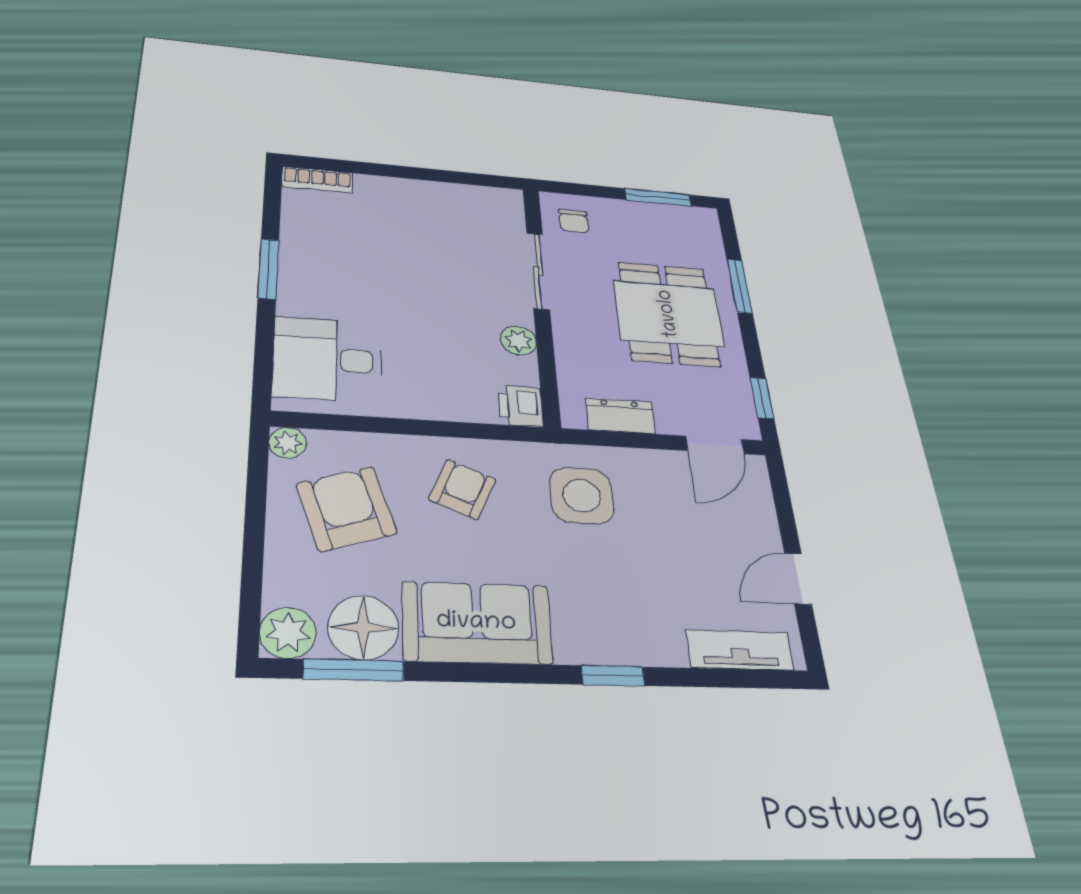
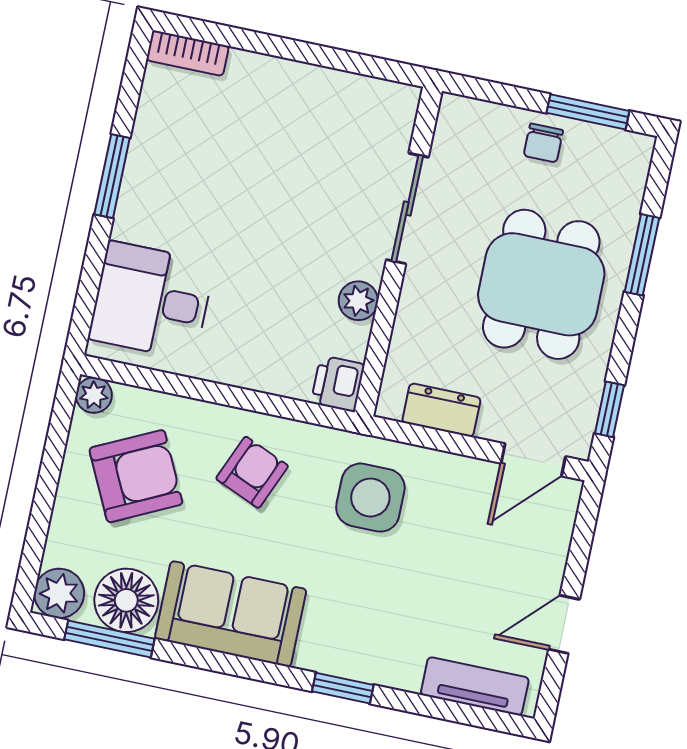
chair: (574, 221) -> (543, 143), moved
armchair: (347, 508) -> (136, 476), turned 82

